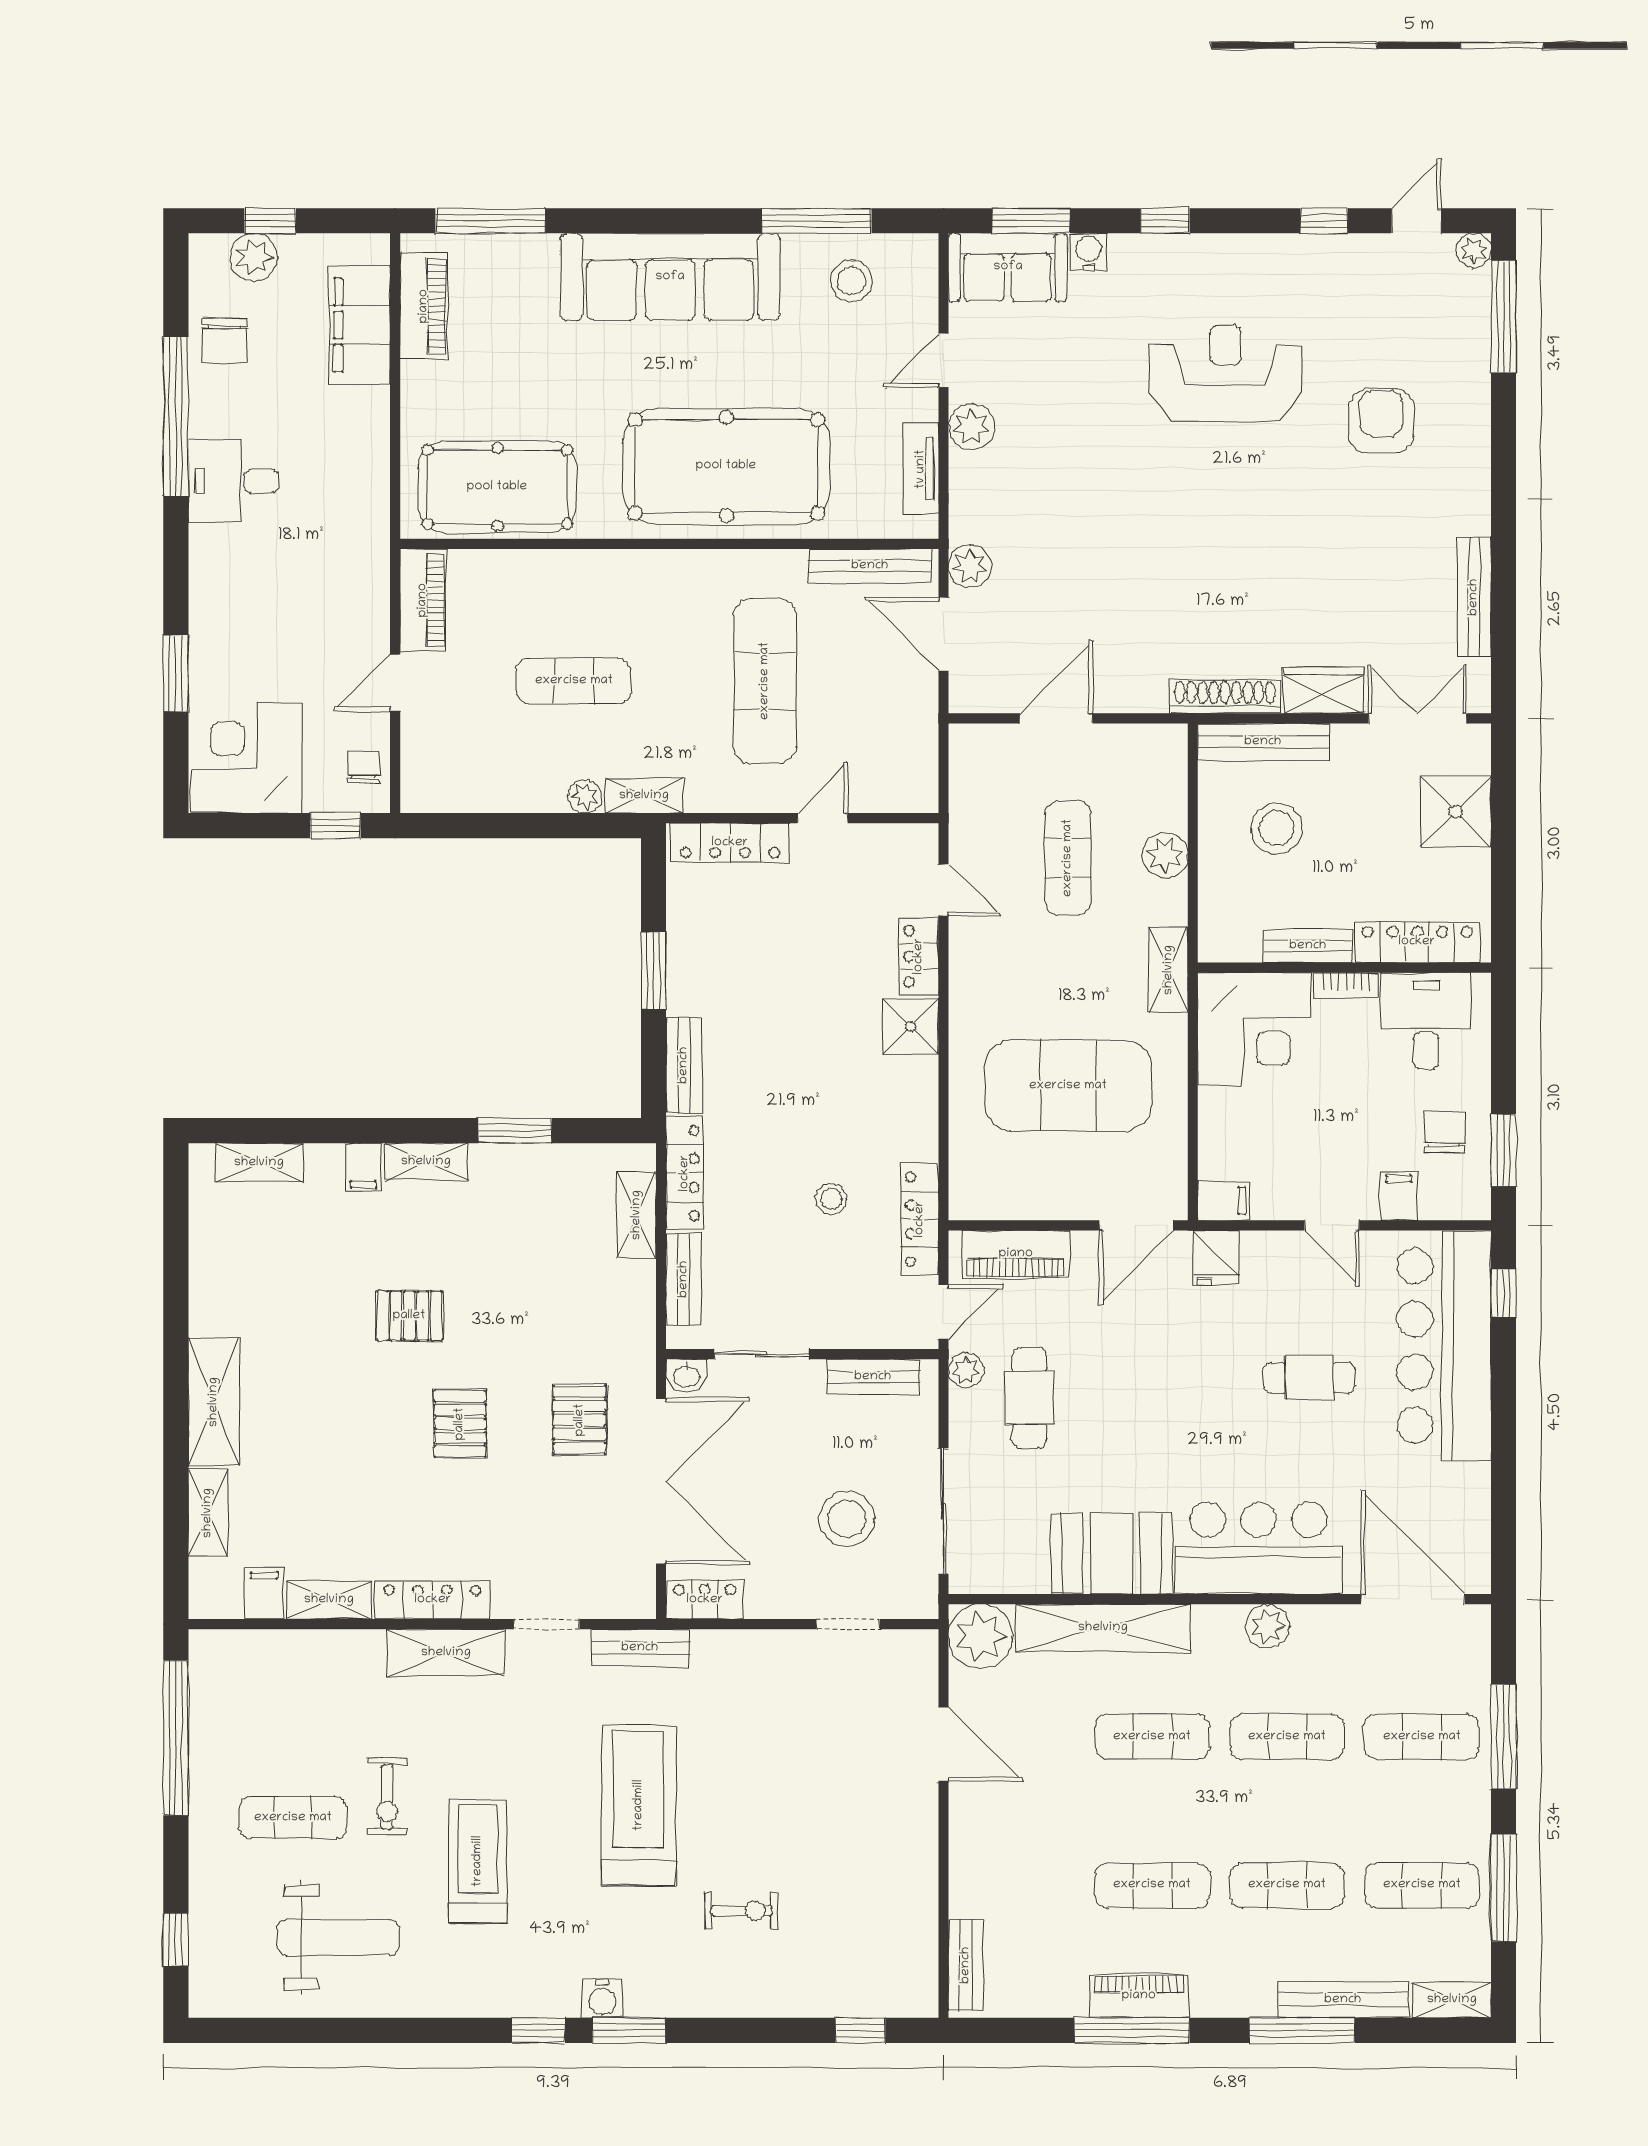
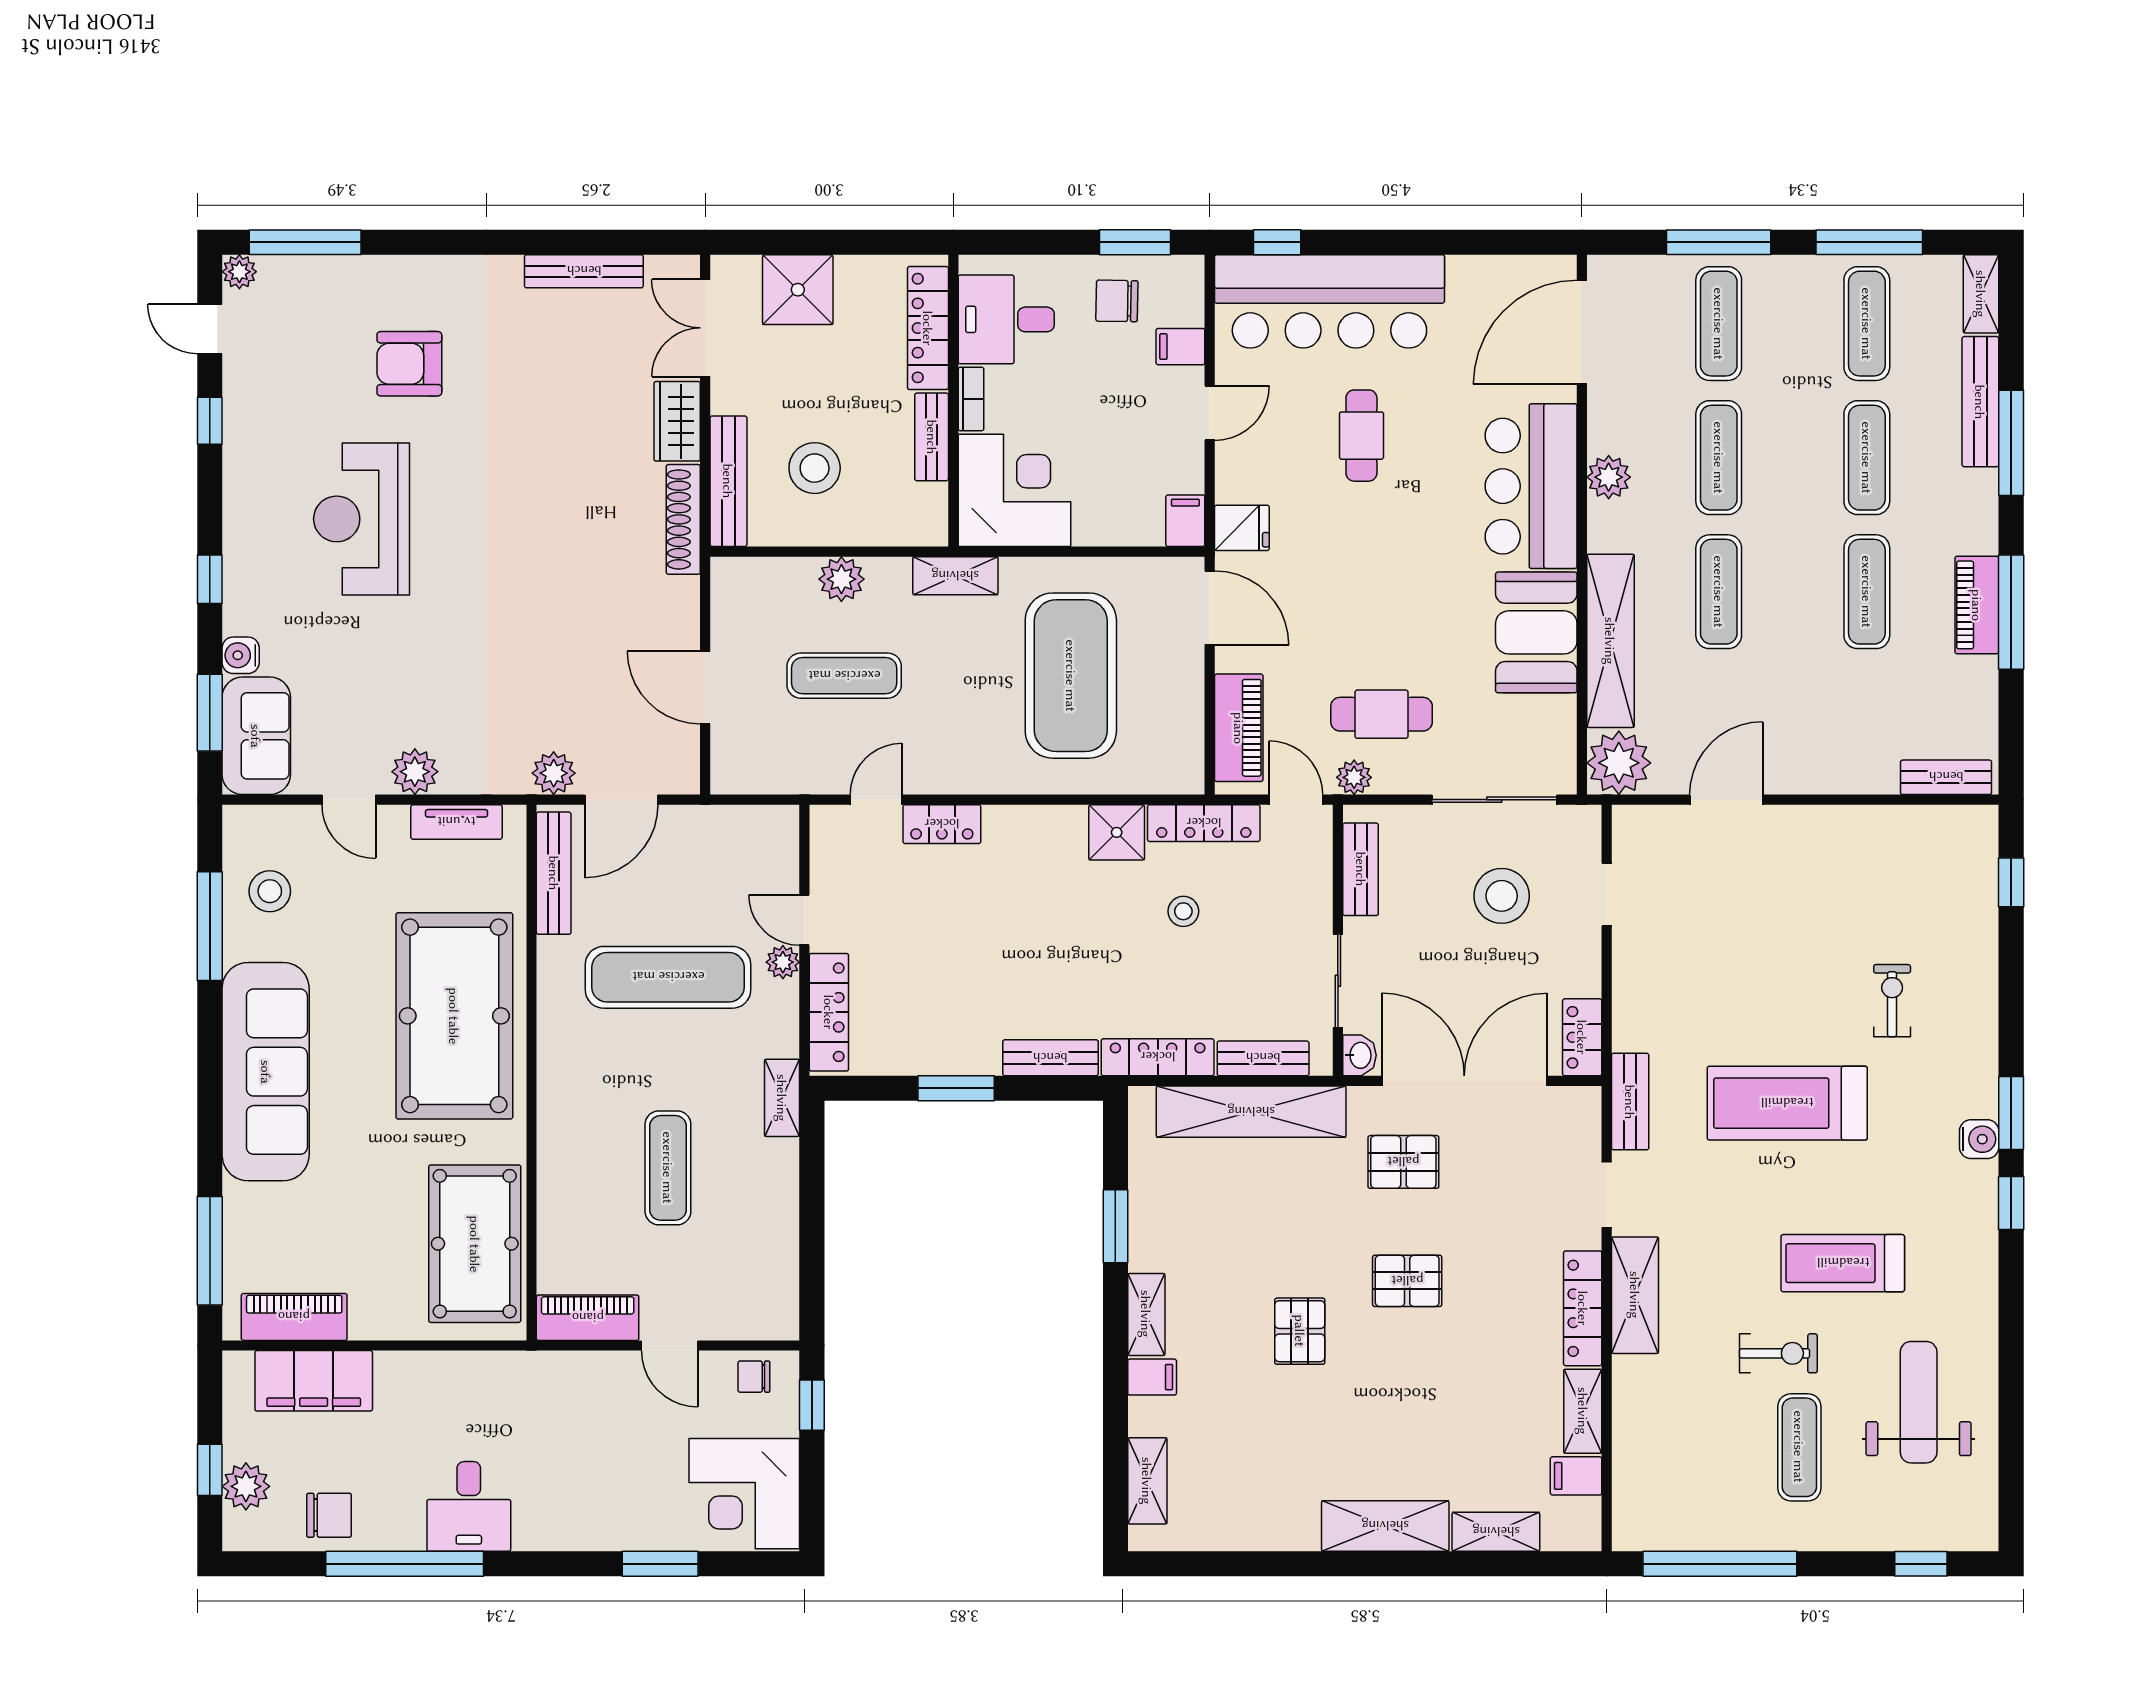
plant: (585, 796) -> (783, 962), moved
shower: (911, 1026) -> (1117, 832), moved
shelving: (637, 1215) -> (1251, 1112), width x2.20, depth x1.33

